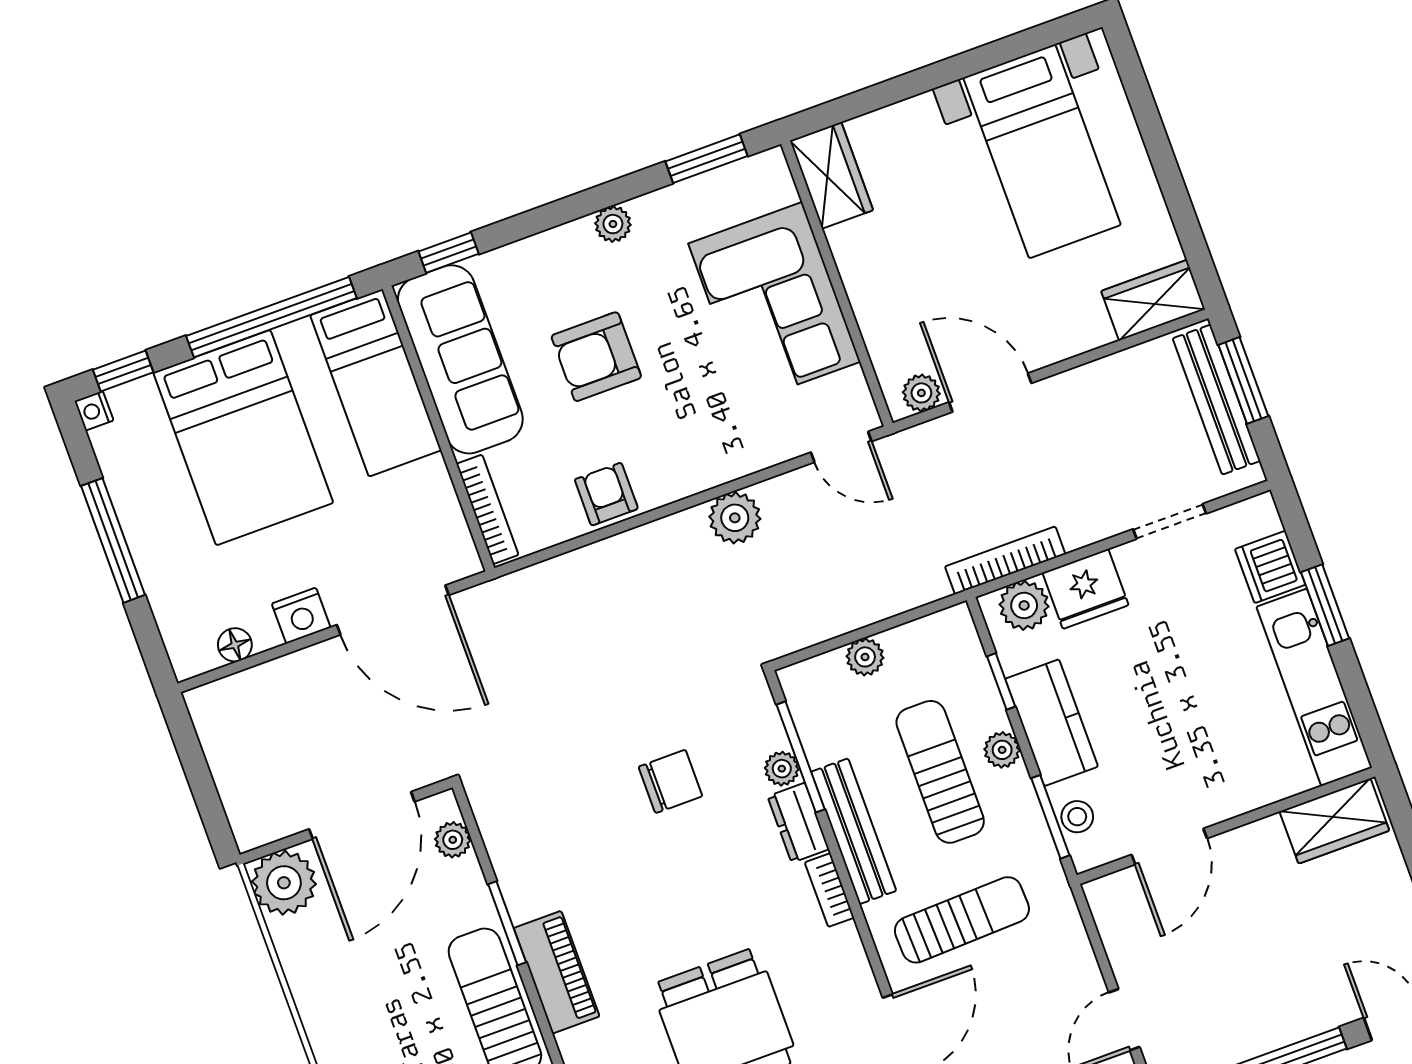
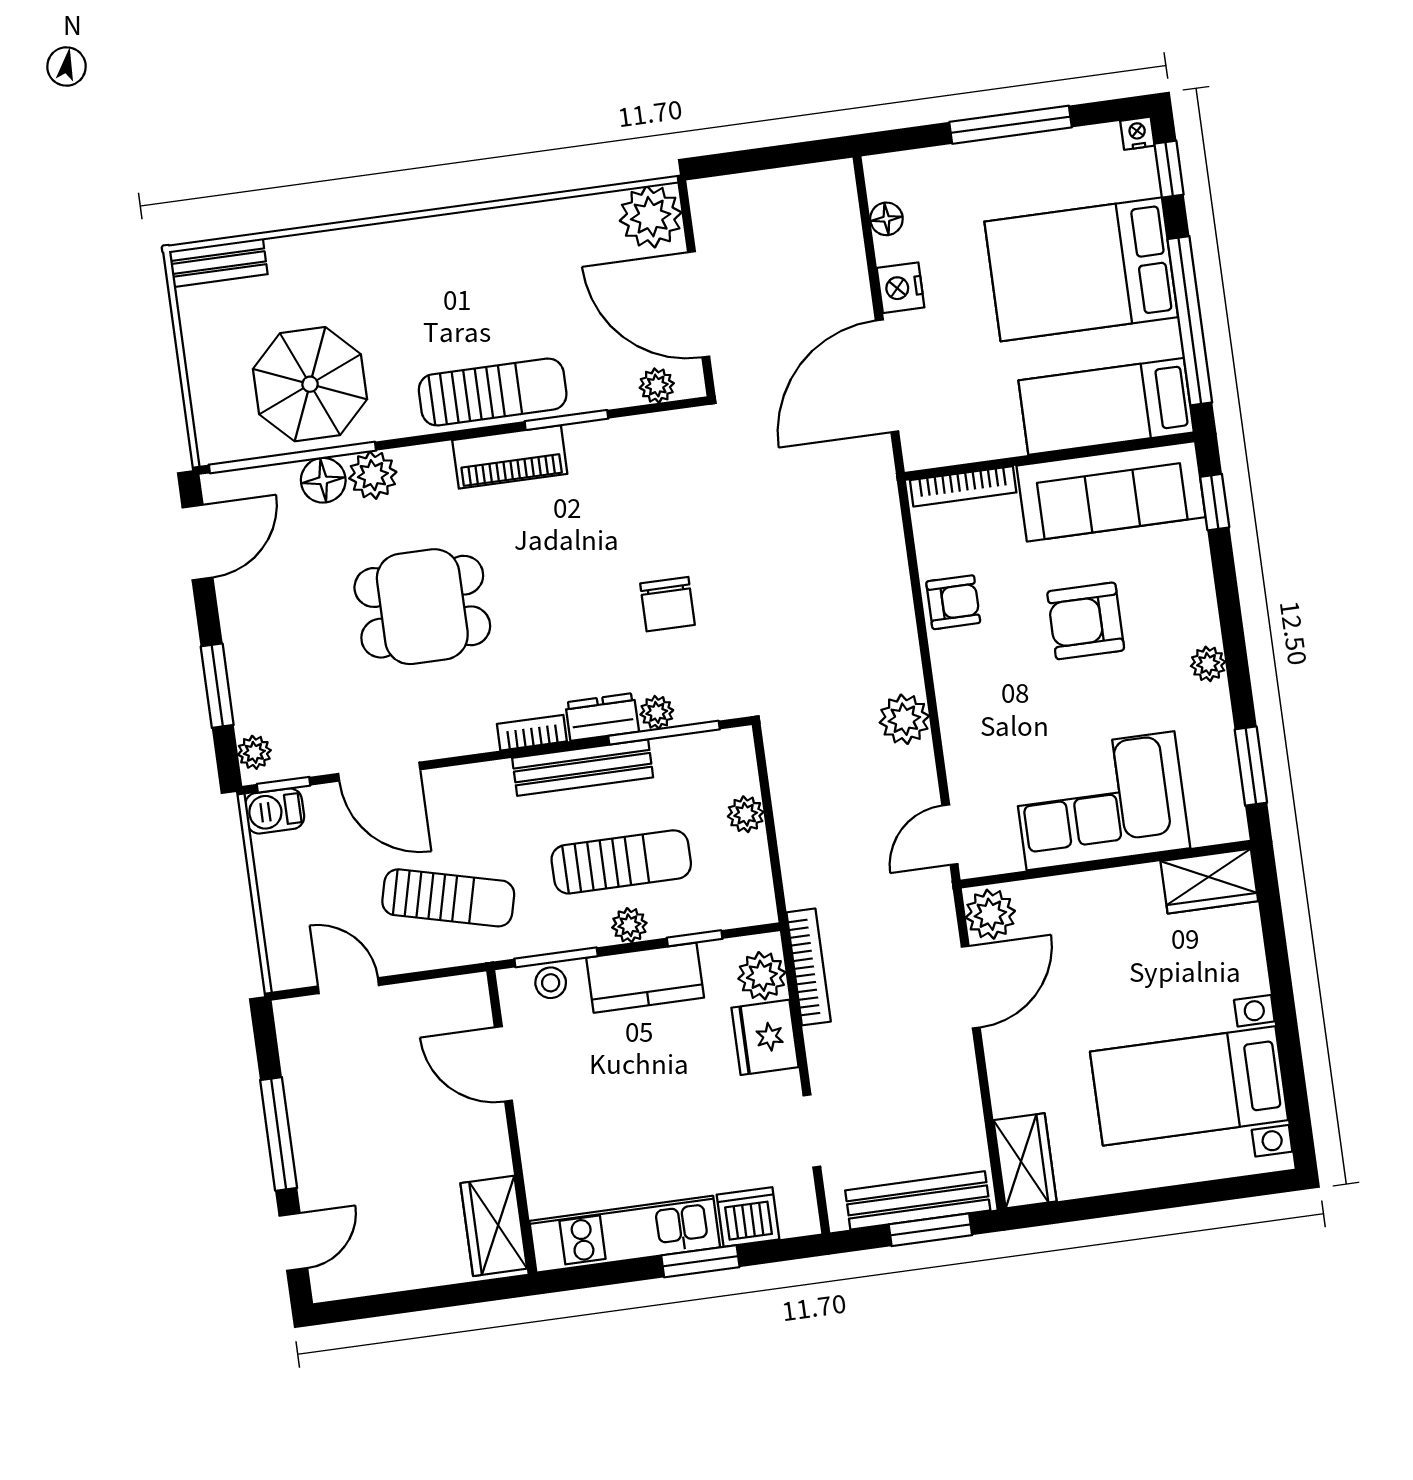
armchair: (596, 357) -> (1086, 621), turned -90
plant: (921, 393) -> (990, 914), width x1.38, depth x1.38
sun lounger: (962, 920) -> (448, 898), moved, turned -74

